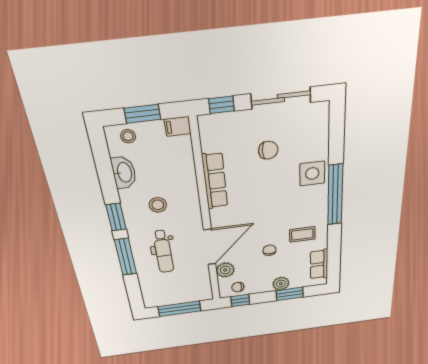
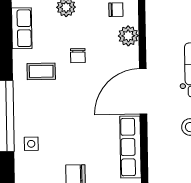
side table: (312, 173) -> (31, 144), width x0.54, depth x0.54
door: (210, 247) -> (143, 91), moved

